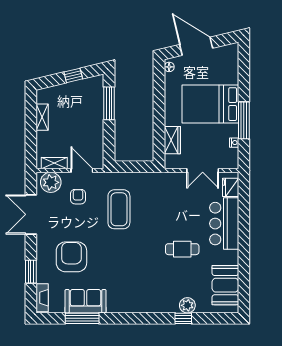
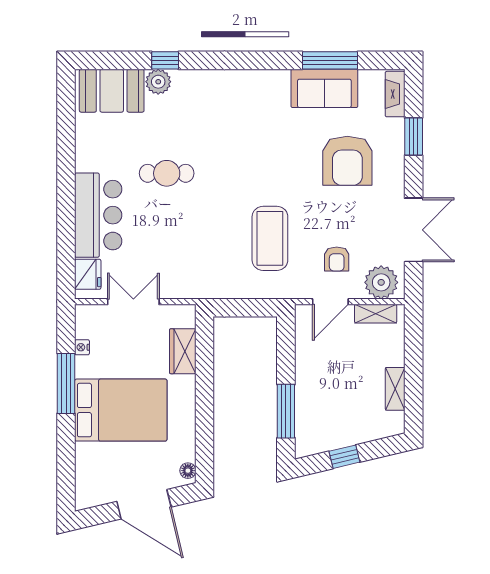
door: (82, 171) -> (330, 302), hinge flipped
booth: (225, 285) -> (112, 91), moved, turned 90

